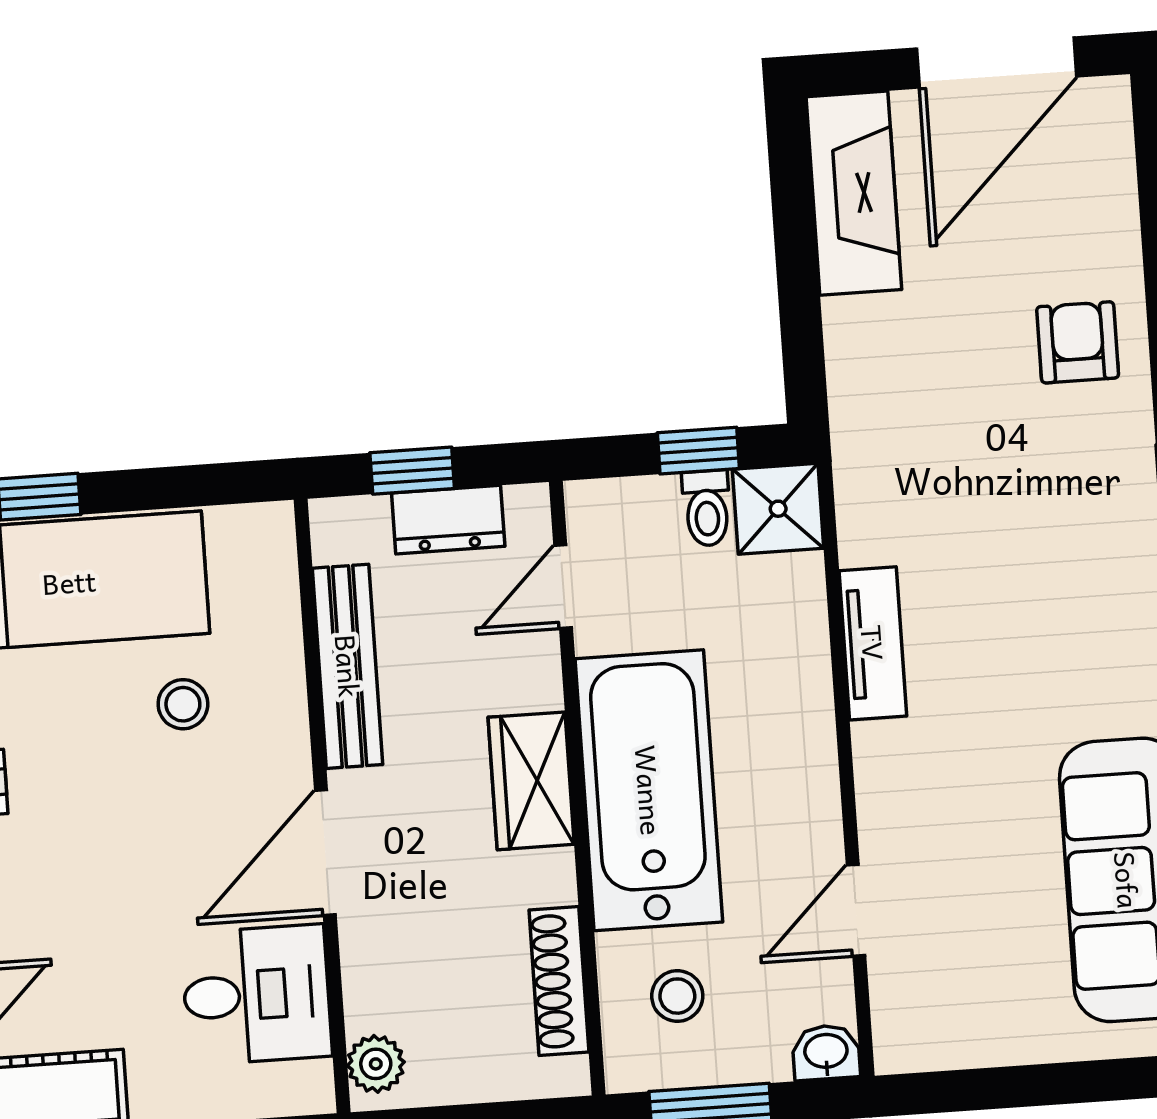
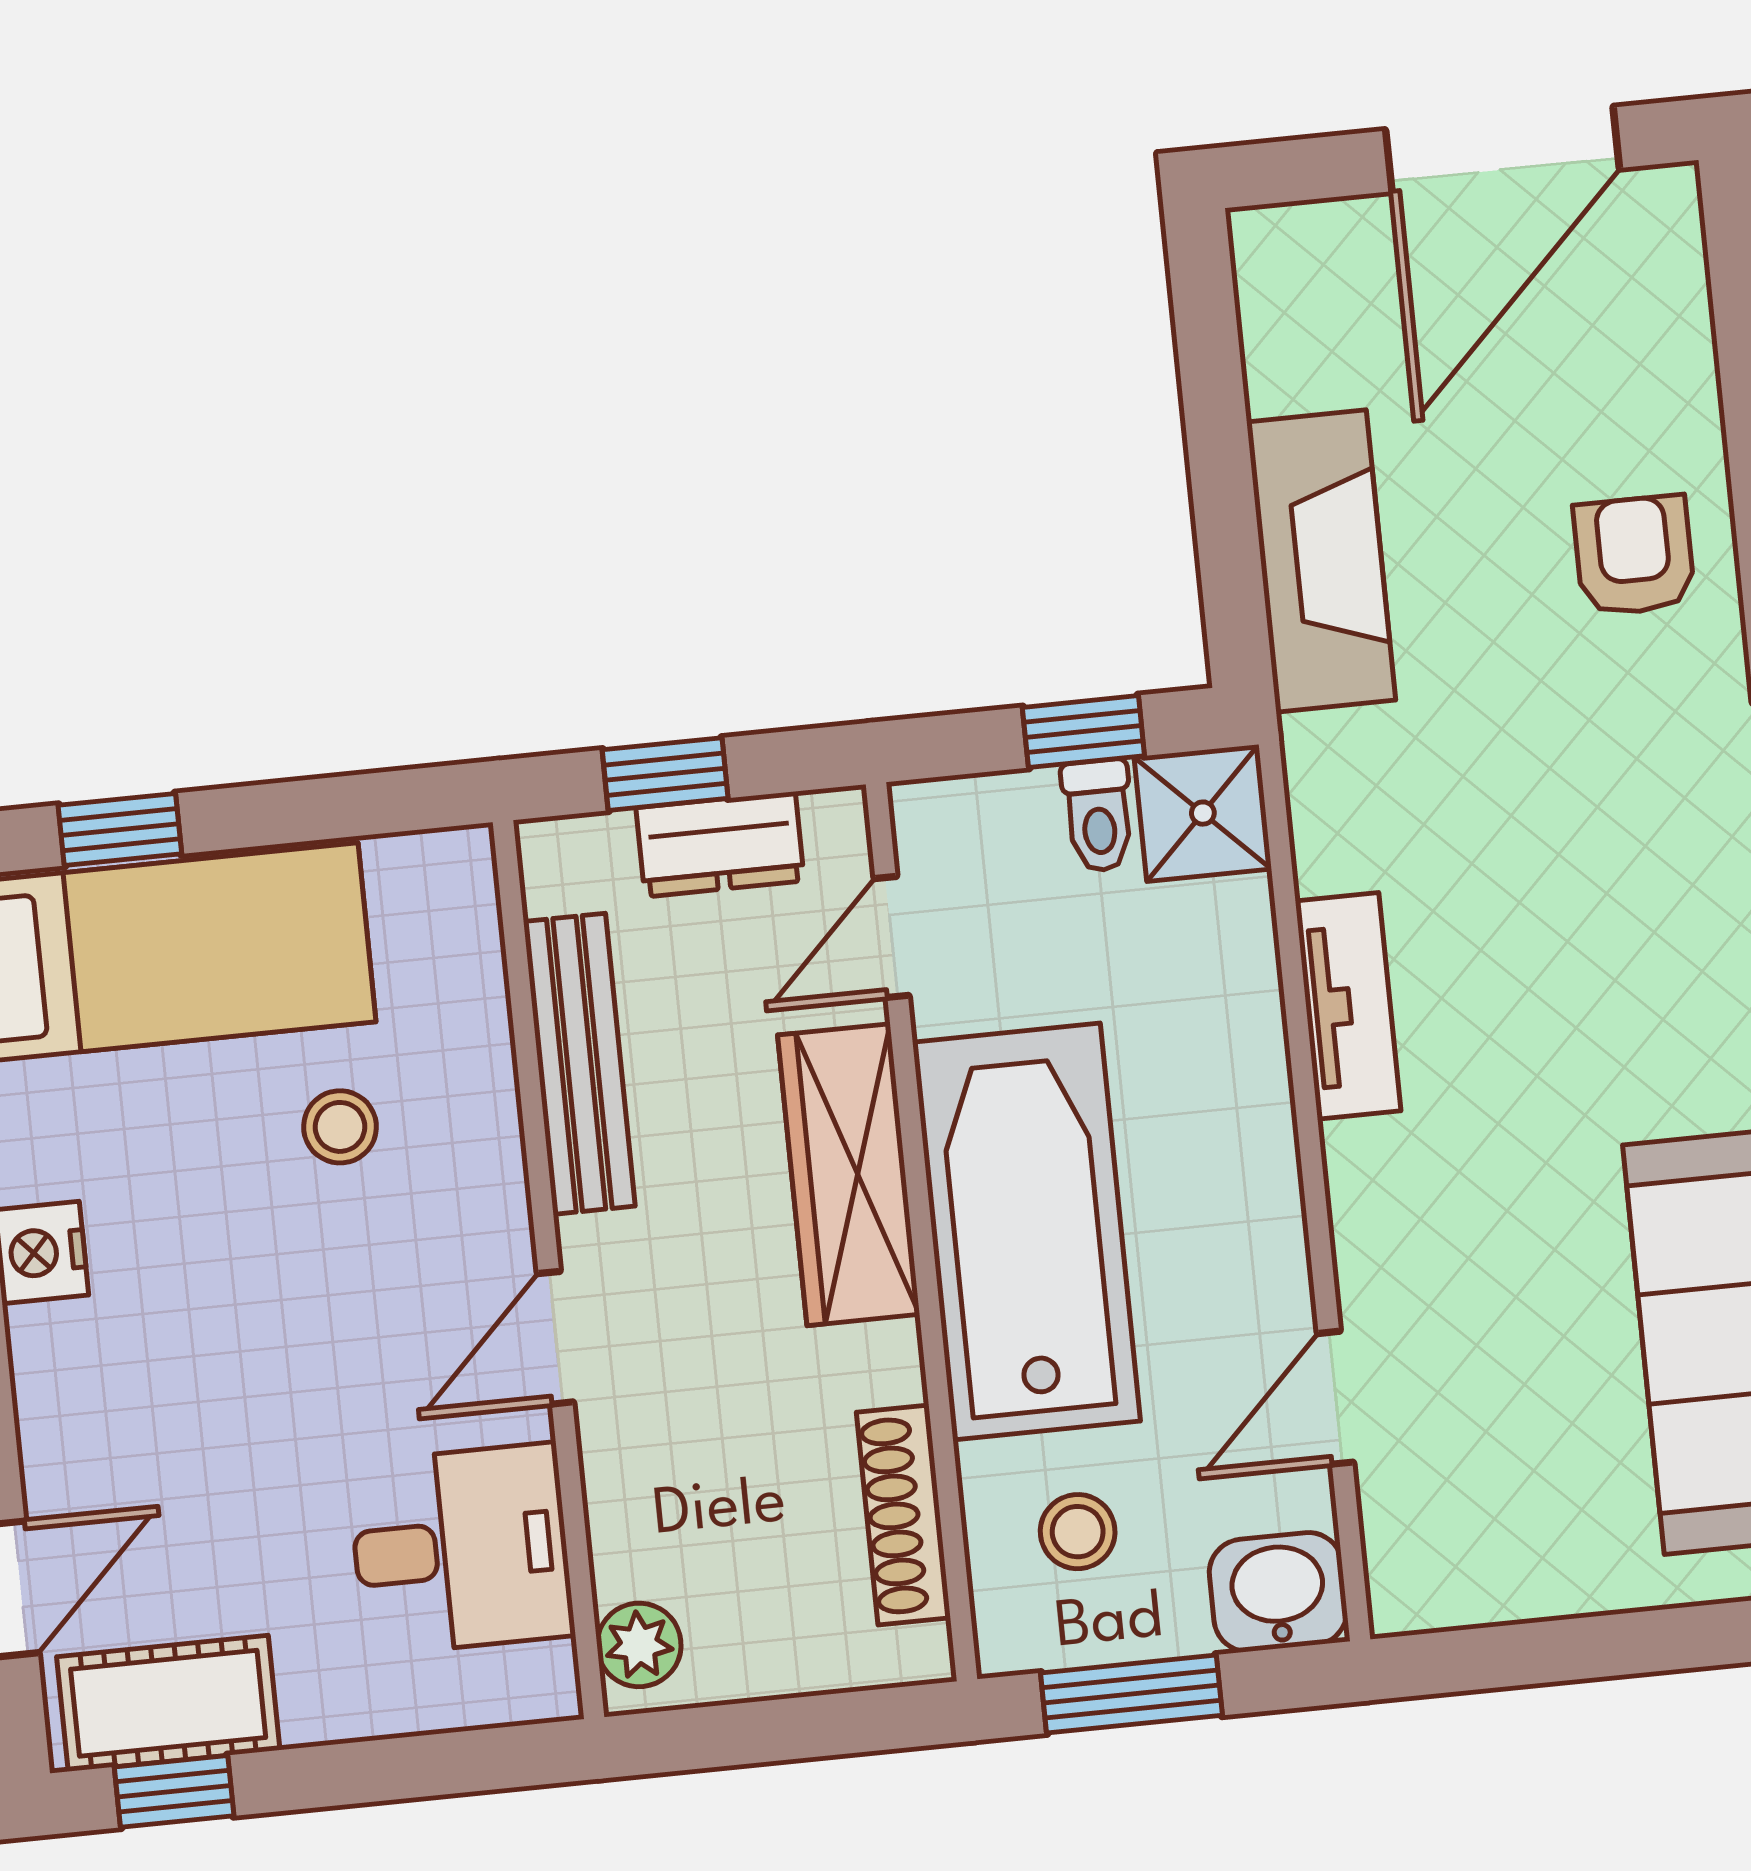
fireplace: (854, 193) -> (1321, 561), moved
wardrobe: (531, 781) -> (849, 1175), width x1.50
door: (325, 853) -> (556, 1338), width x0.73
washbasin: (826, 1052) -> (1278, 1592), width x1.38, depth x1.45

